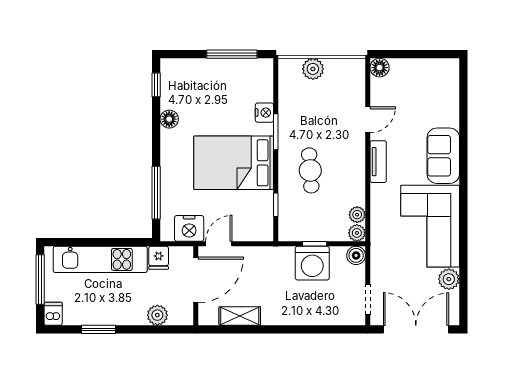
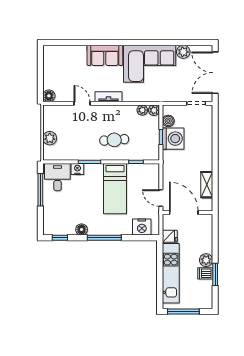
desk: (252, 81) -> (57, 177), added
bed: (234, 163) -> (115, 189), width x0.67
window: (156, 193) -> (104, 238), moved
nightstand: (189, 228) -> (142, 227), moved, turned 90
boiler: (356, 255) -> (168, 121), moved
dishwasher: (53, 314) -> (205, 273), moved
plant: (157, 315) -> (206, 260), moved

